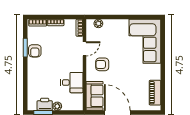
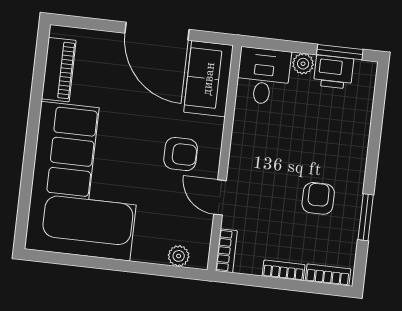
corner sofa: (145, 41) -> (85, 181), width x1.36, depth x1.36
door: (84, 49) -> (220, 197), hinge flipped
armchair: (35, 51) -> (318, 198), moved
desk: (72, 83) -> (263, 76), moved, turned 90

